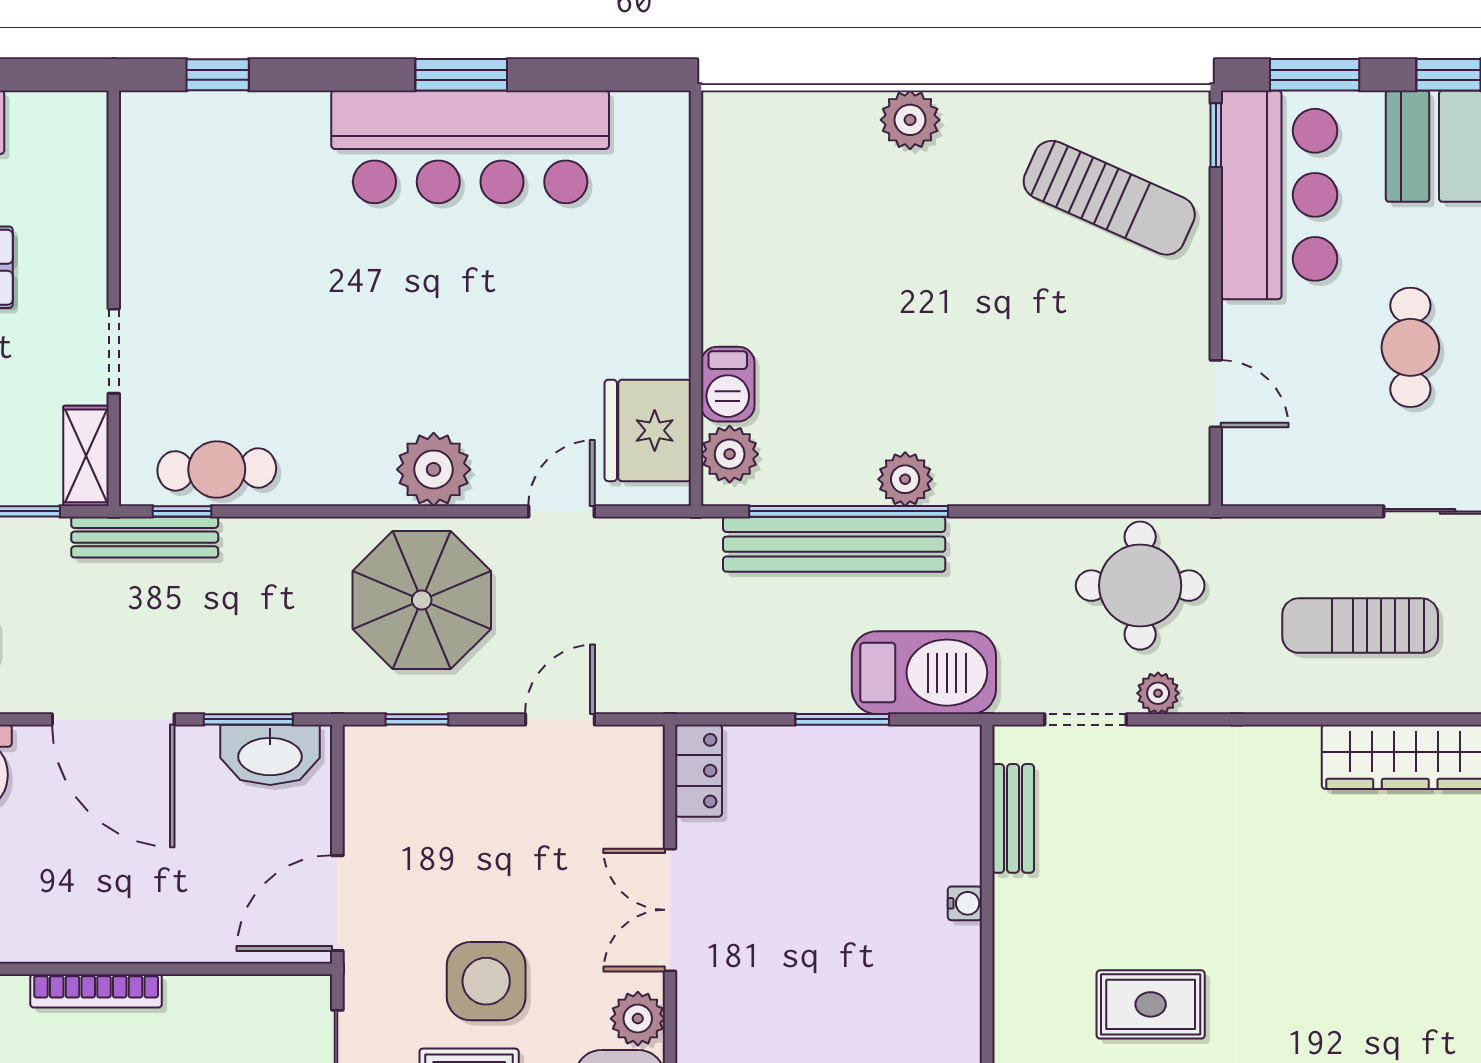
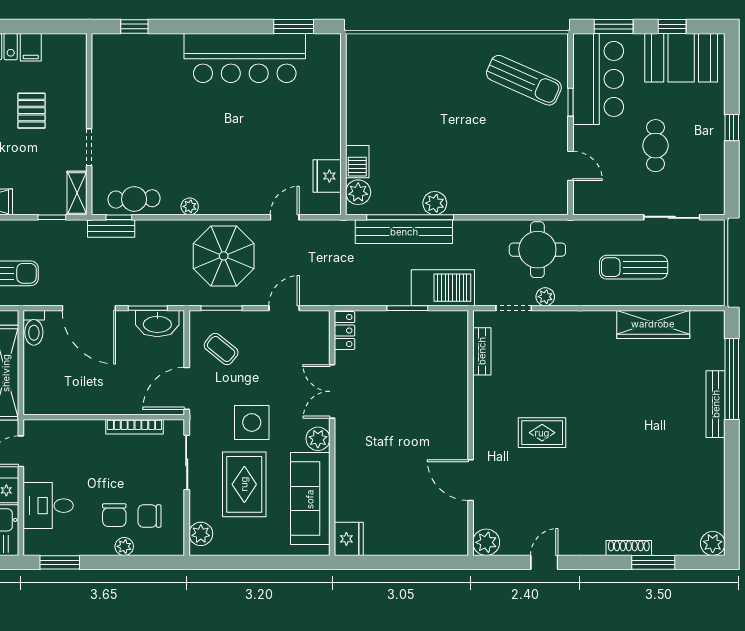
window: (461, 75) -> (294, 27), moved
plant: (910, 120) -> (437, 46), removed
window: (1216, 135) -> (570, 102), moved
fridge: (648, 430) -> (327, 176), width x0.73, depth x0.75
plant: (434, 469) -> (190, 206), moved, width x0.53, depth x0.53
bench: (145, 537) -> (111, 229), width x0.73
window: (417, 719) -> (221, 308), width x1.50
coffee table: (416, 813) -> (221, 349), added
water cooler: (965, 903) -> (461, 388), removed
bookcase: (96, 991) -> (134, 427), moved

